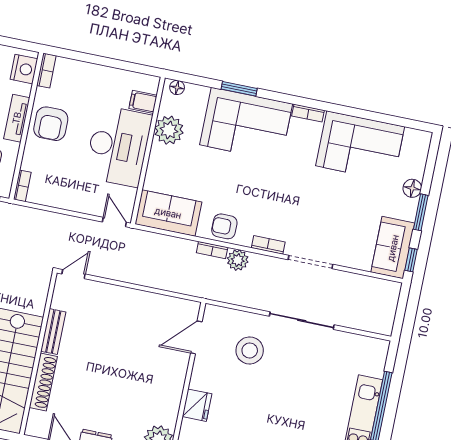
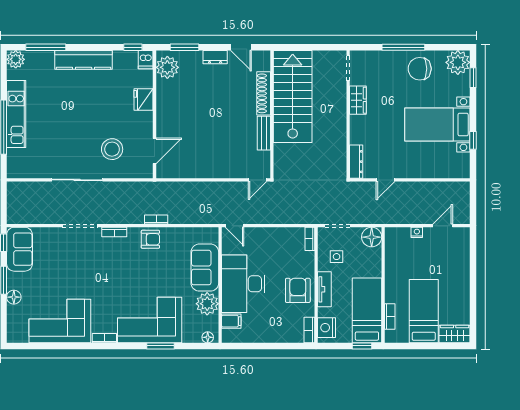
sofa: (168, 213) -> (205, 268), moved, turned 90
plant: (238, 260) -> (135, 216), removed

